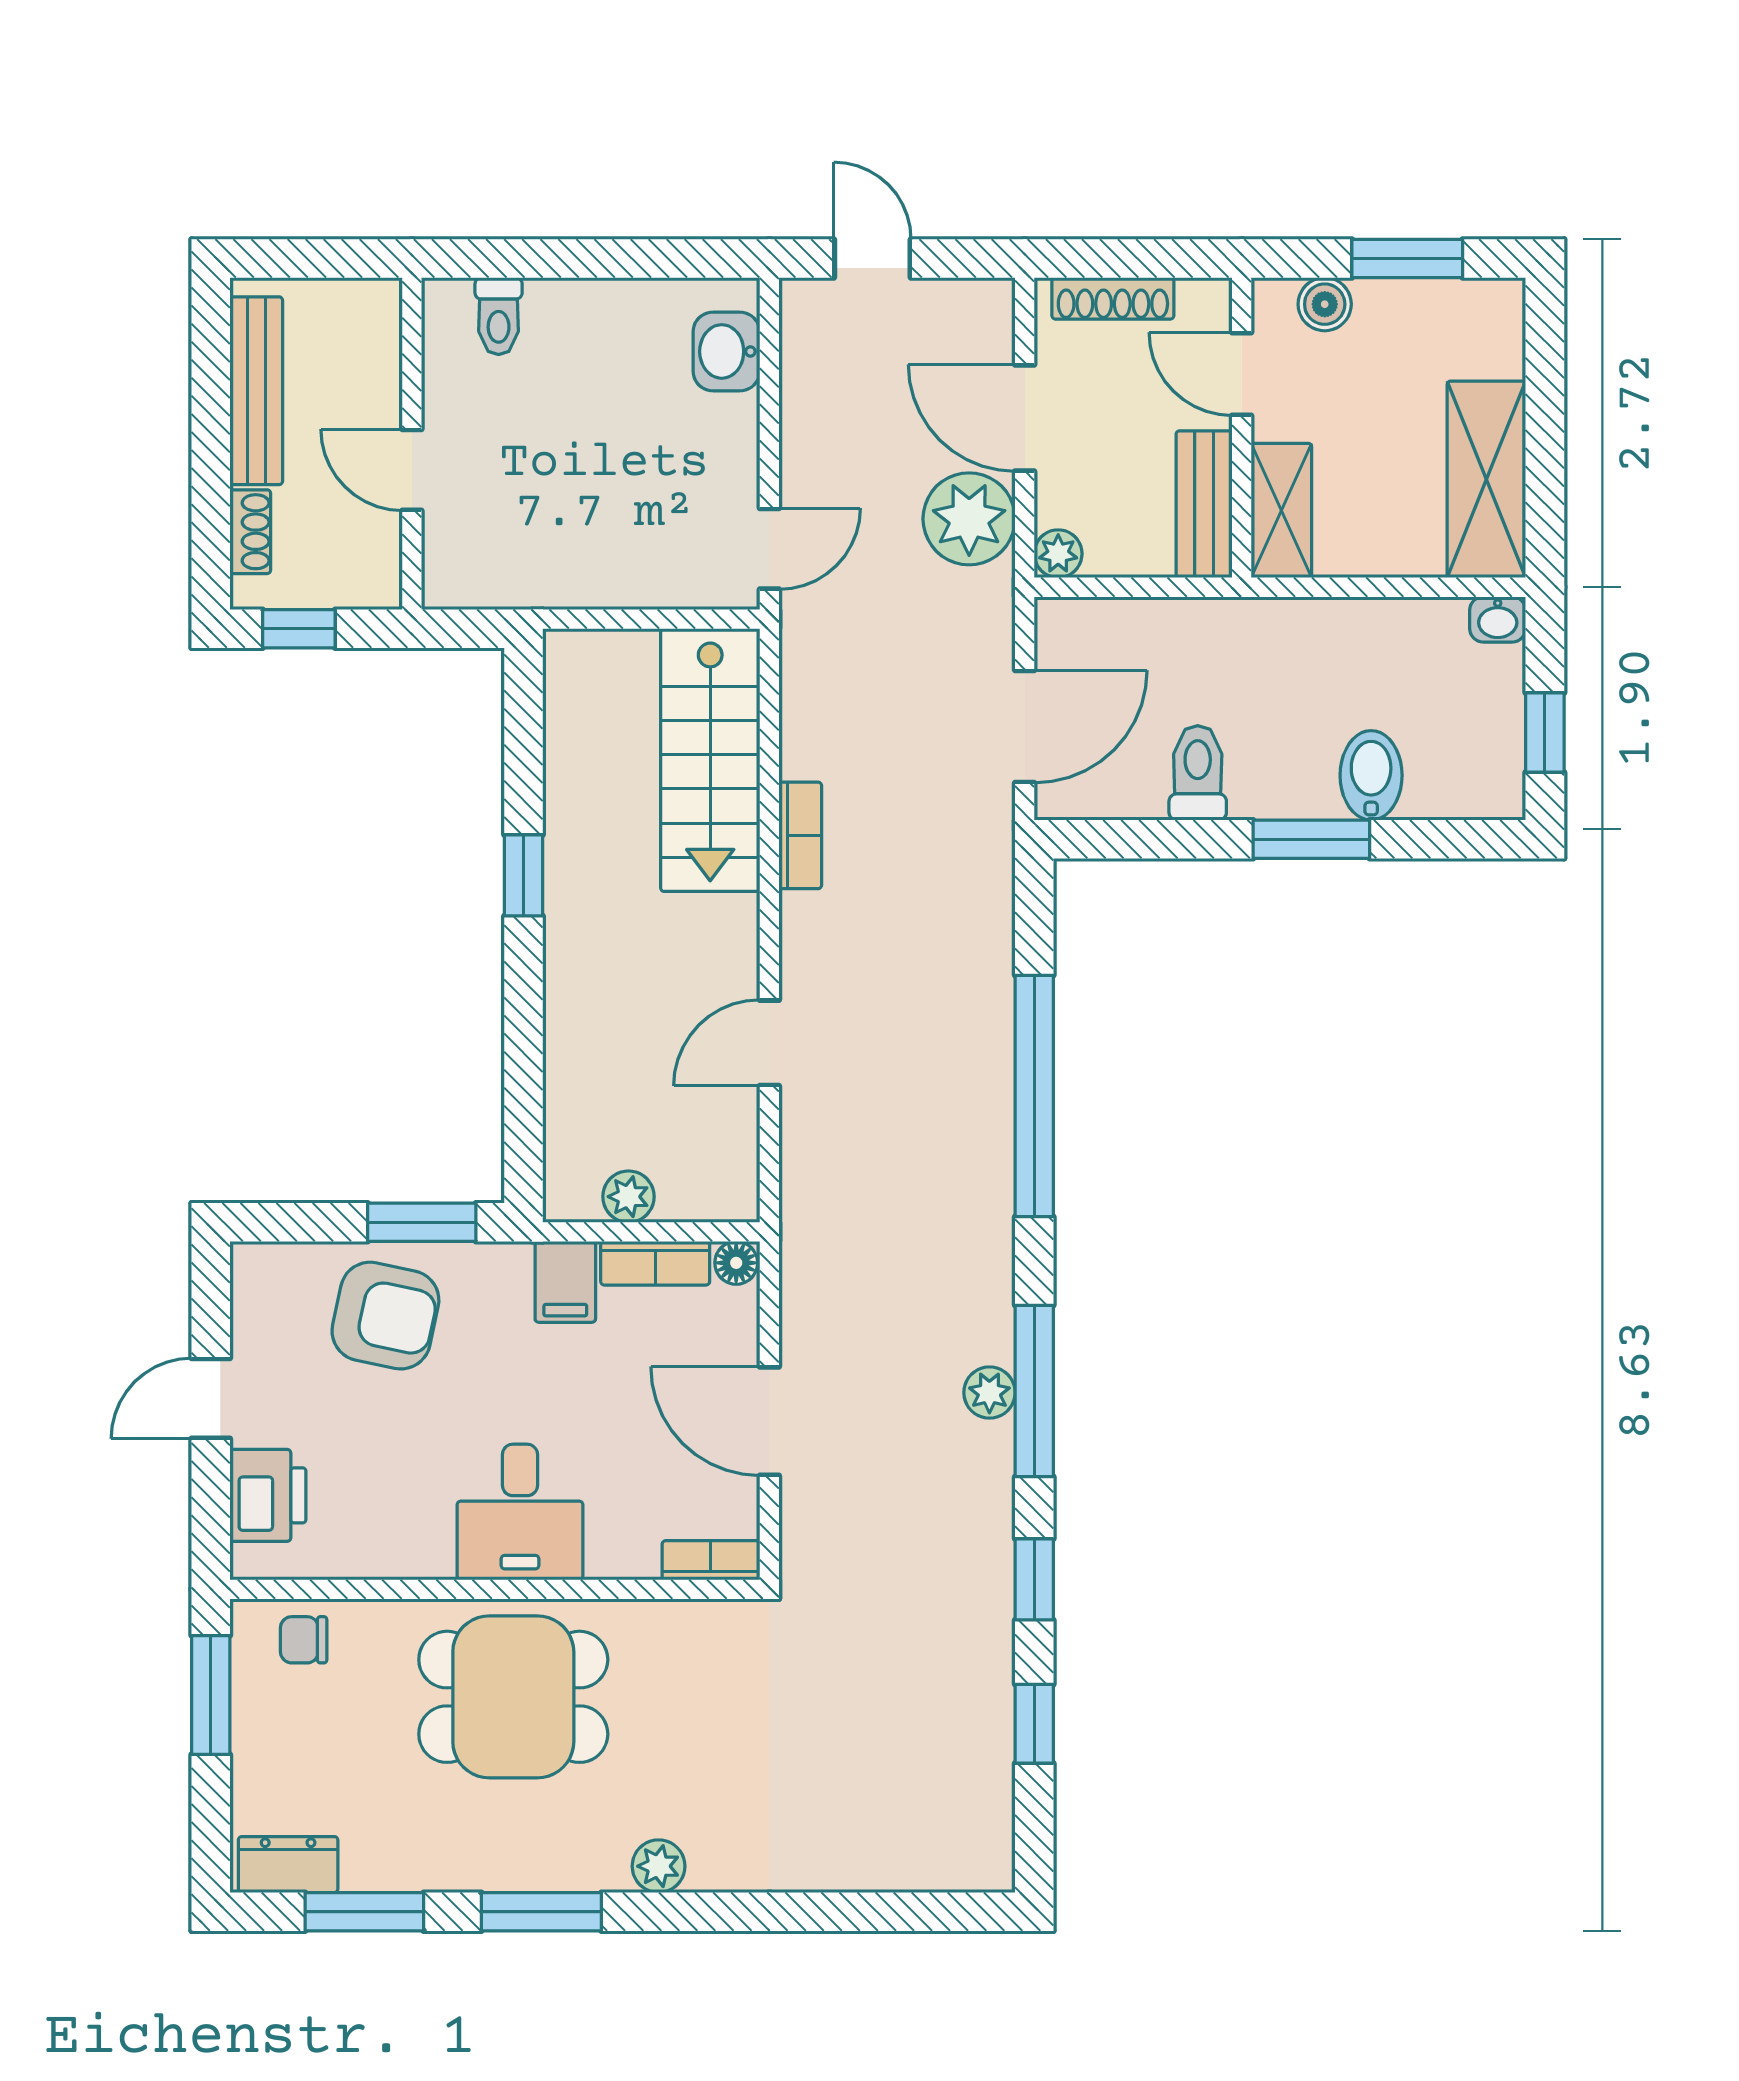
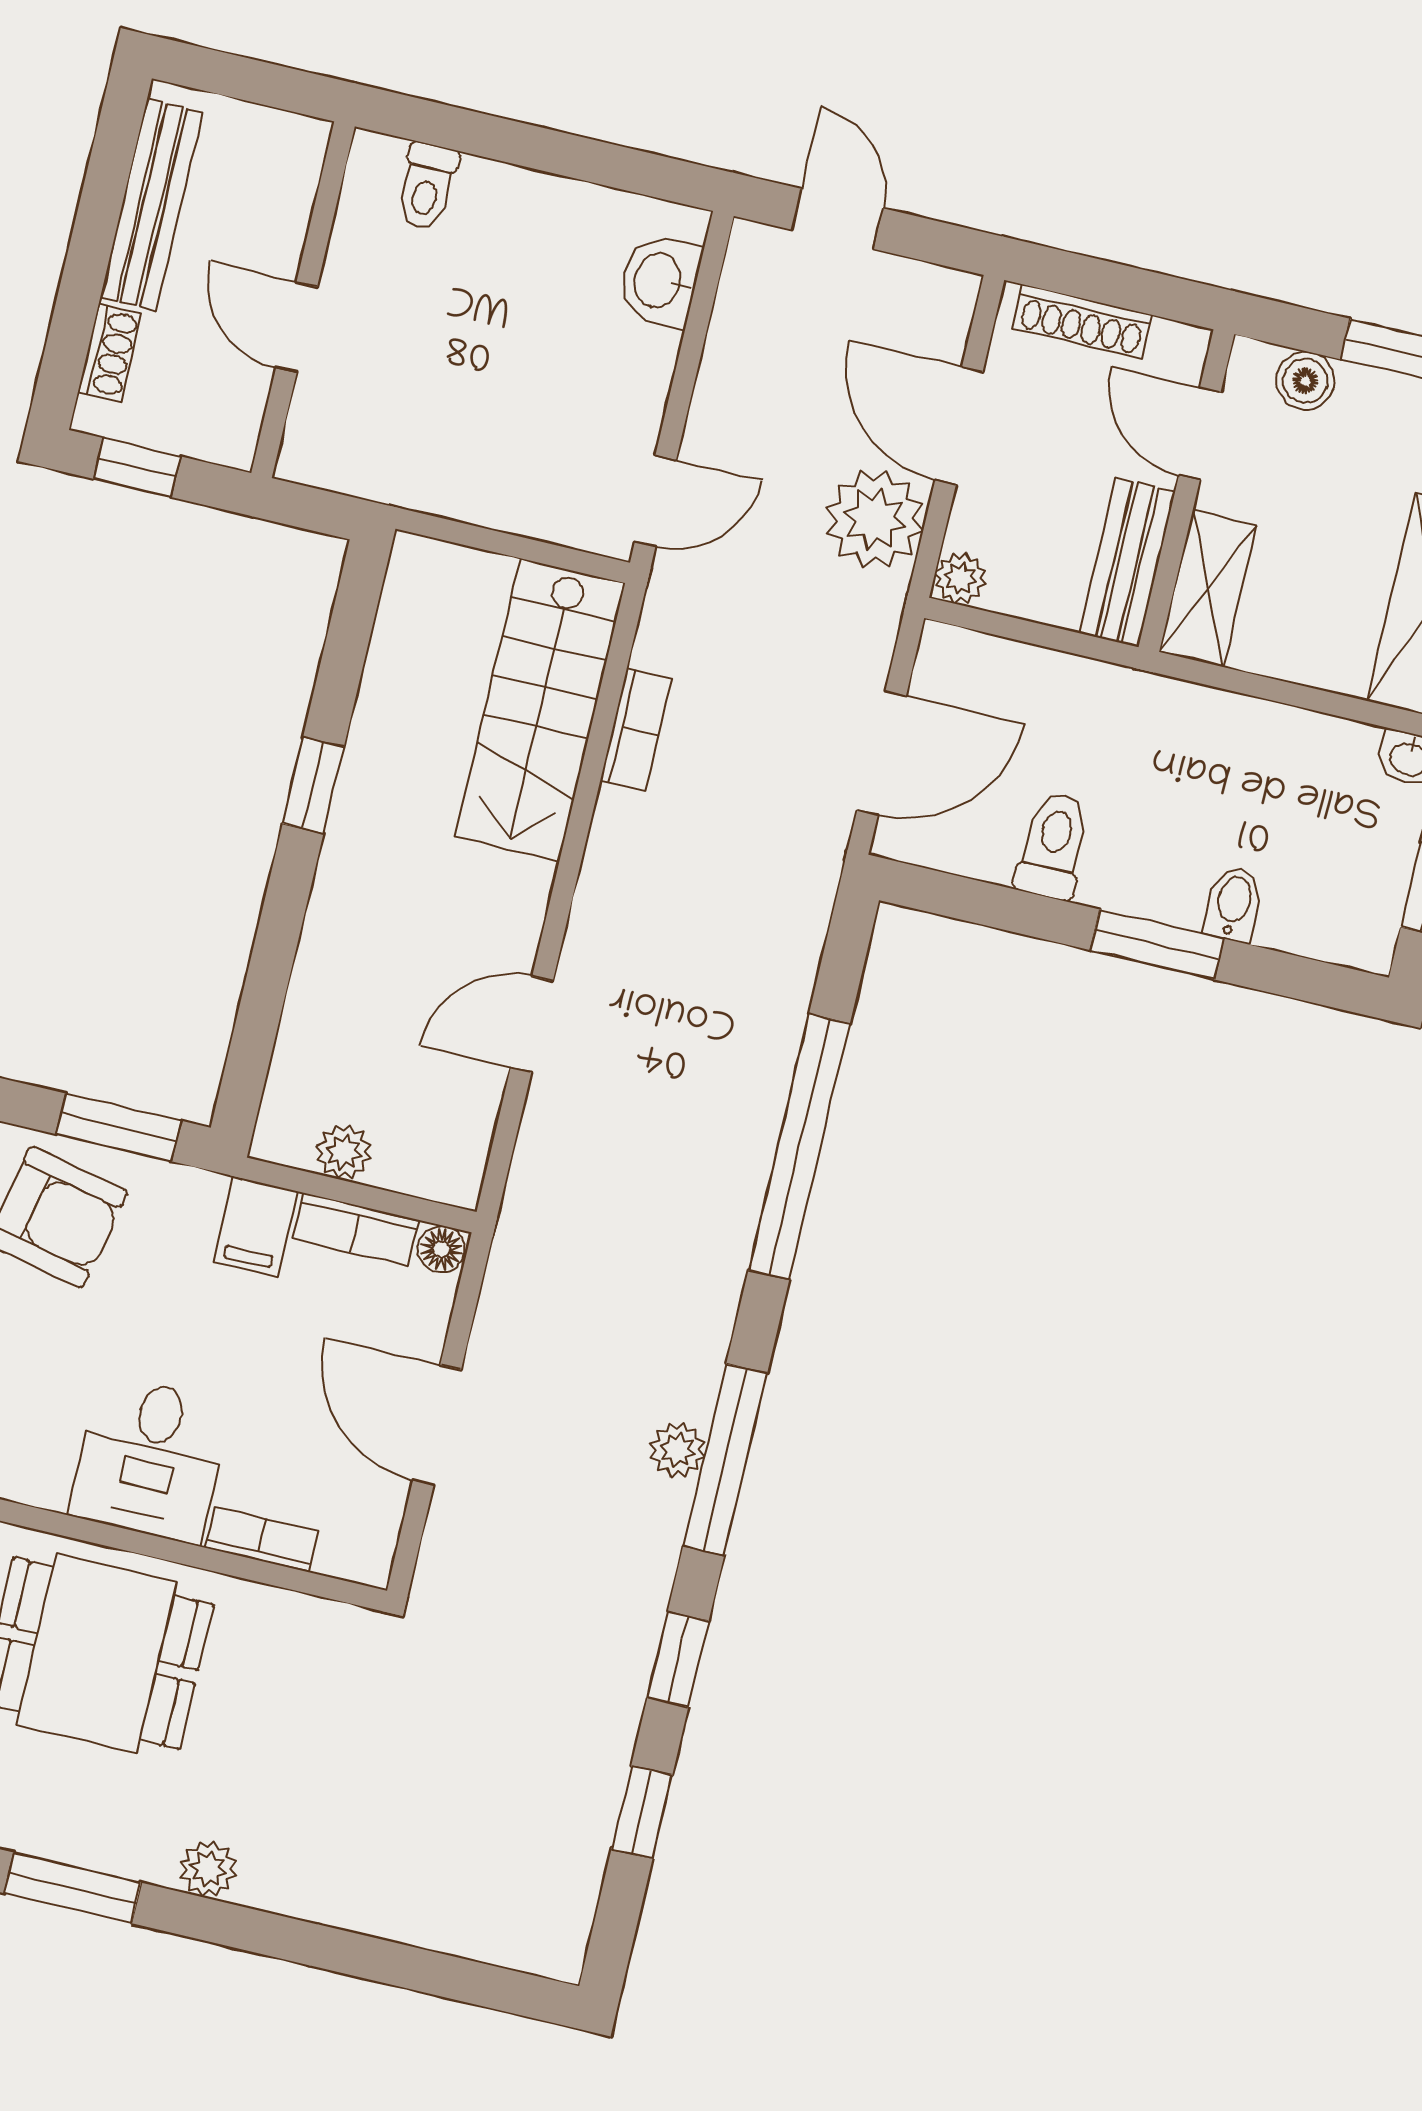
bidet: (1371, 775) -> (1233, 904), width x0.72, depth x0.74
bookcase: (800, 835) -> (636, 730), moved
bookcase: (711, 1560) -> (262, 1539), moved

